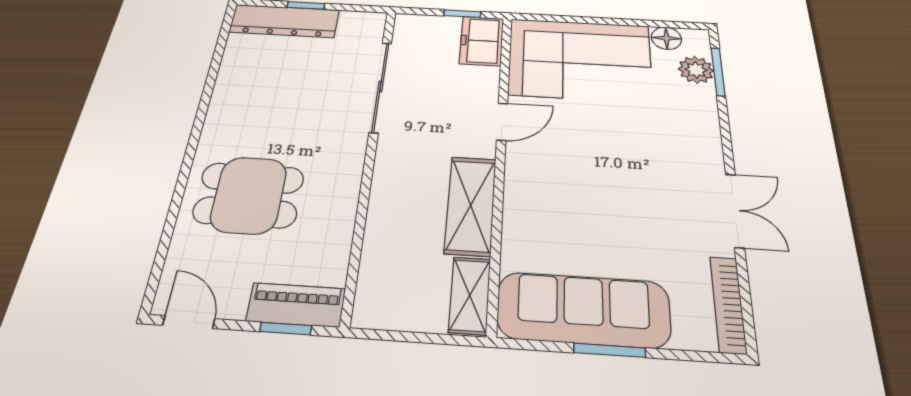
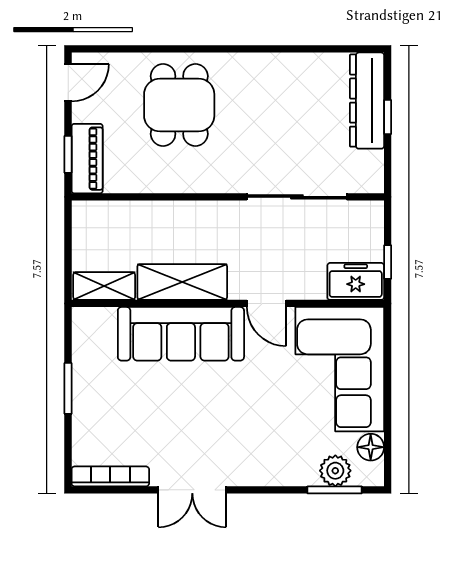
sofa: (584, 310) -> (181, 334), moved, turned 90

